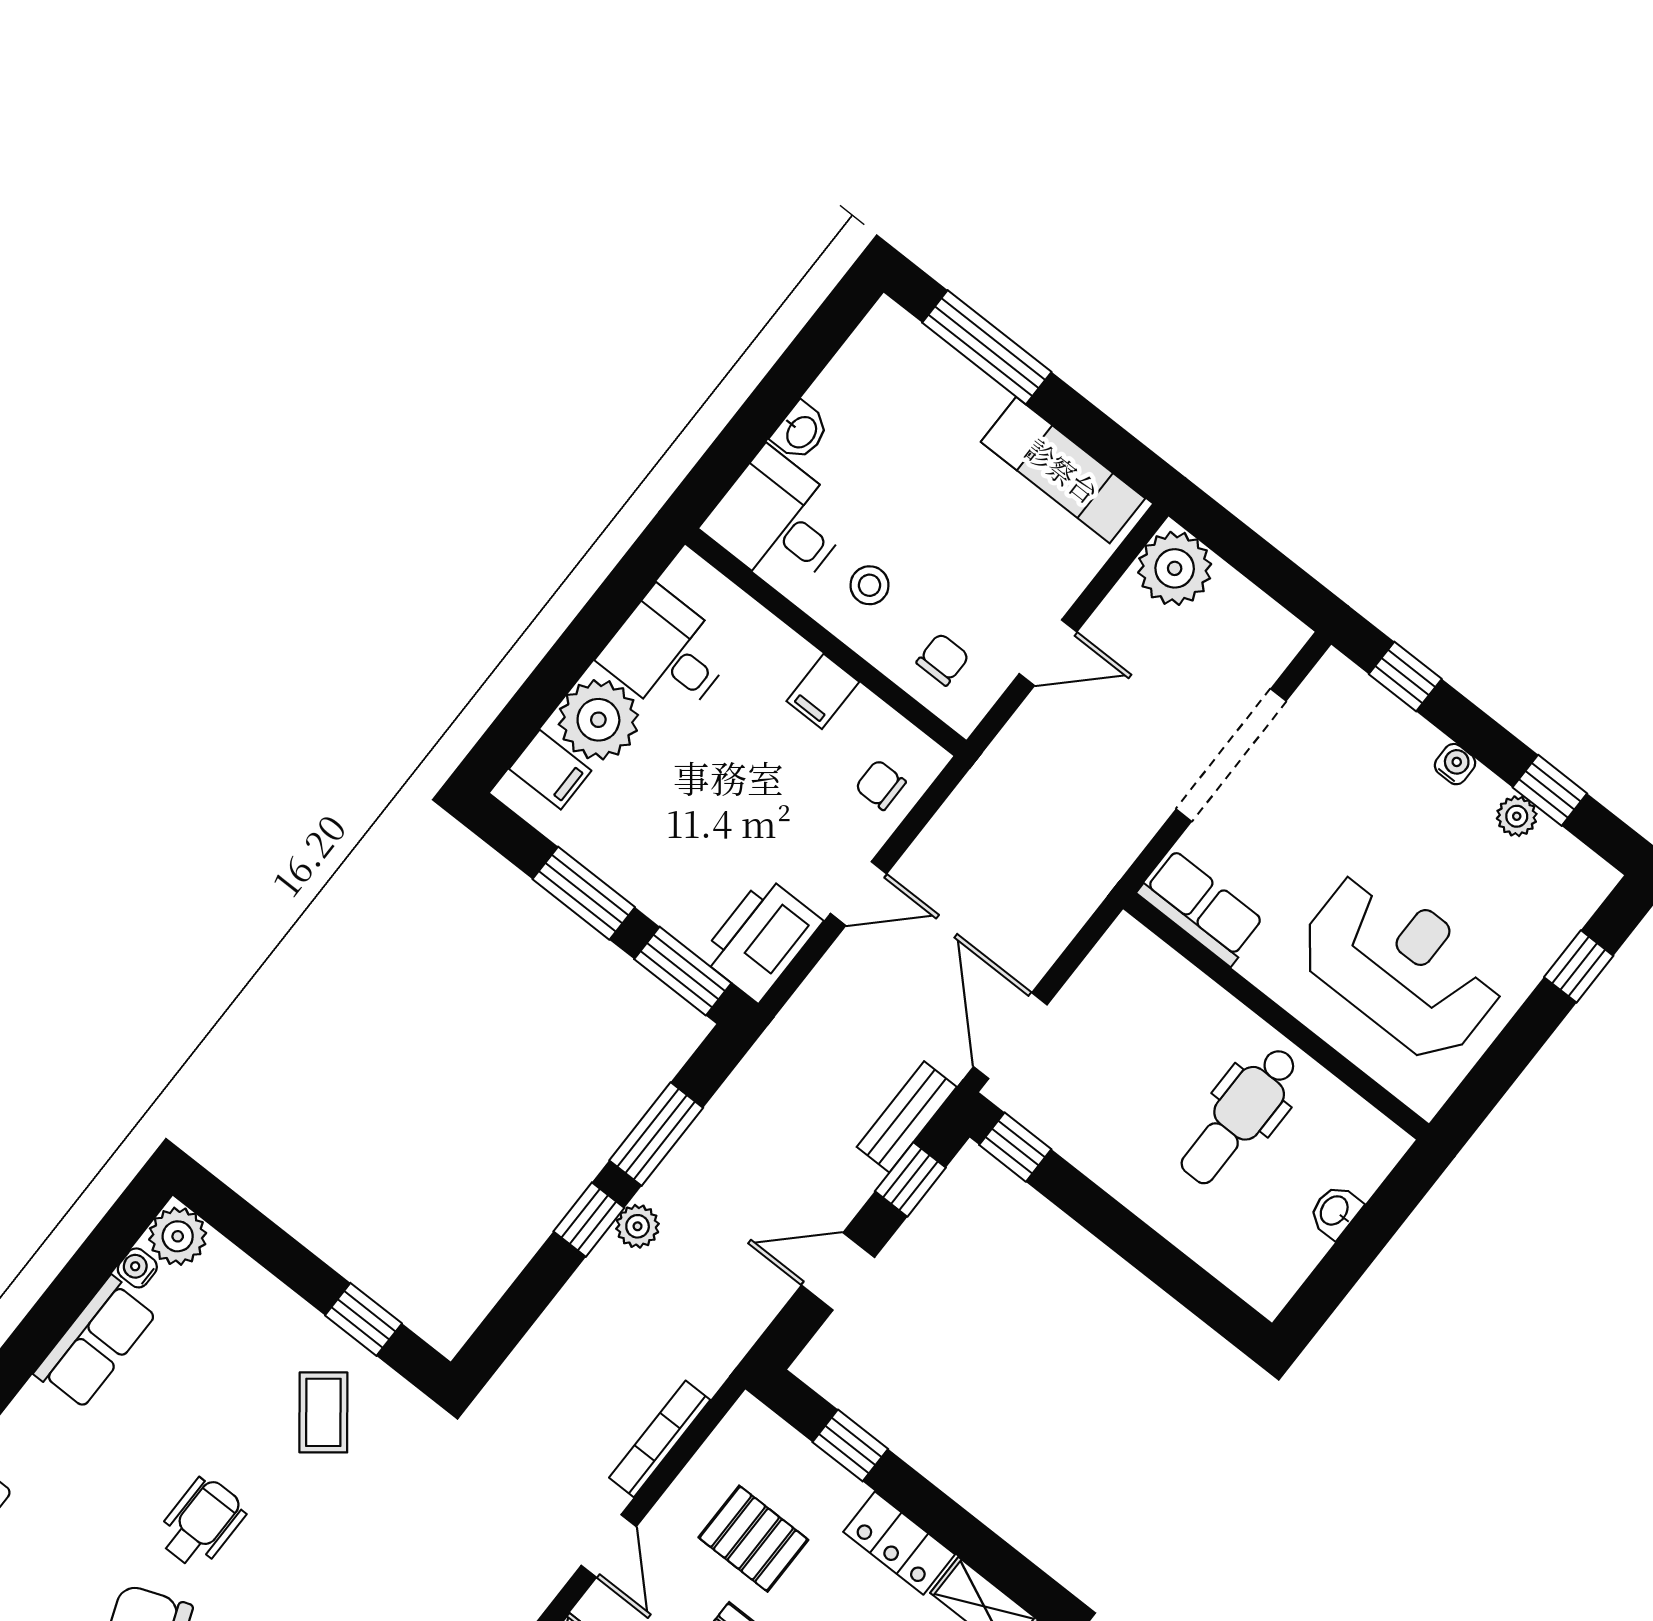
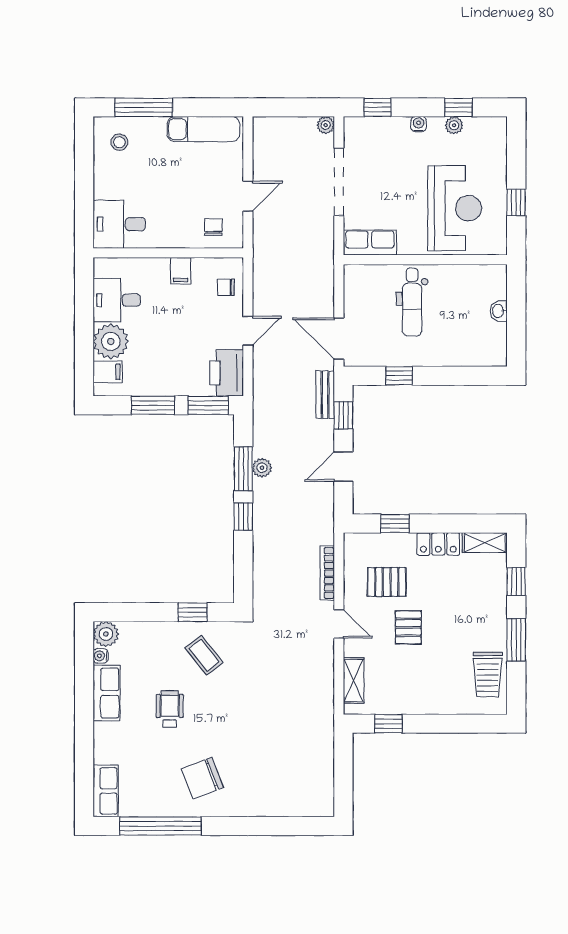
washbasin: (801, 431) -> (102, 187), removed
plant: (1175, 568) -> (326, 125), moved, width x0.53, depth x0.53
stool: (870, 585) -> (119, 142), moved
reception desk: (1401, 965) -> (455, 208), turned 90
window: (1579, 966) -> (516, 202), moved
dental chair: (1239, 1115) -> (412, 302), moved
window: (1015, 1147) -> (399, 376), moved
plant: (638, 1226) -> (262, 468), moved
wheelchair: (201, 1523) -> (170, 709), moved

